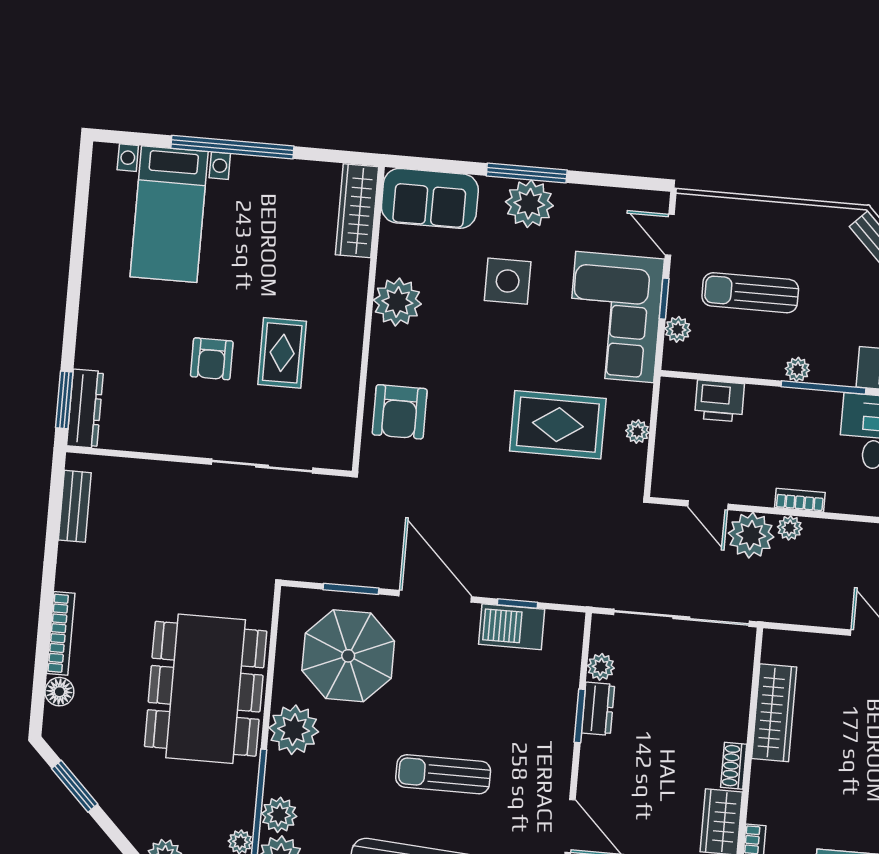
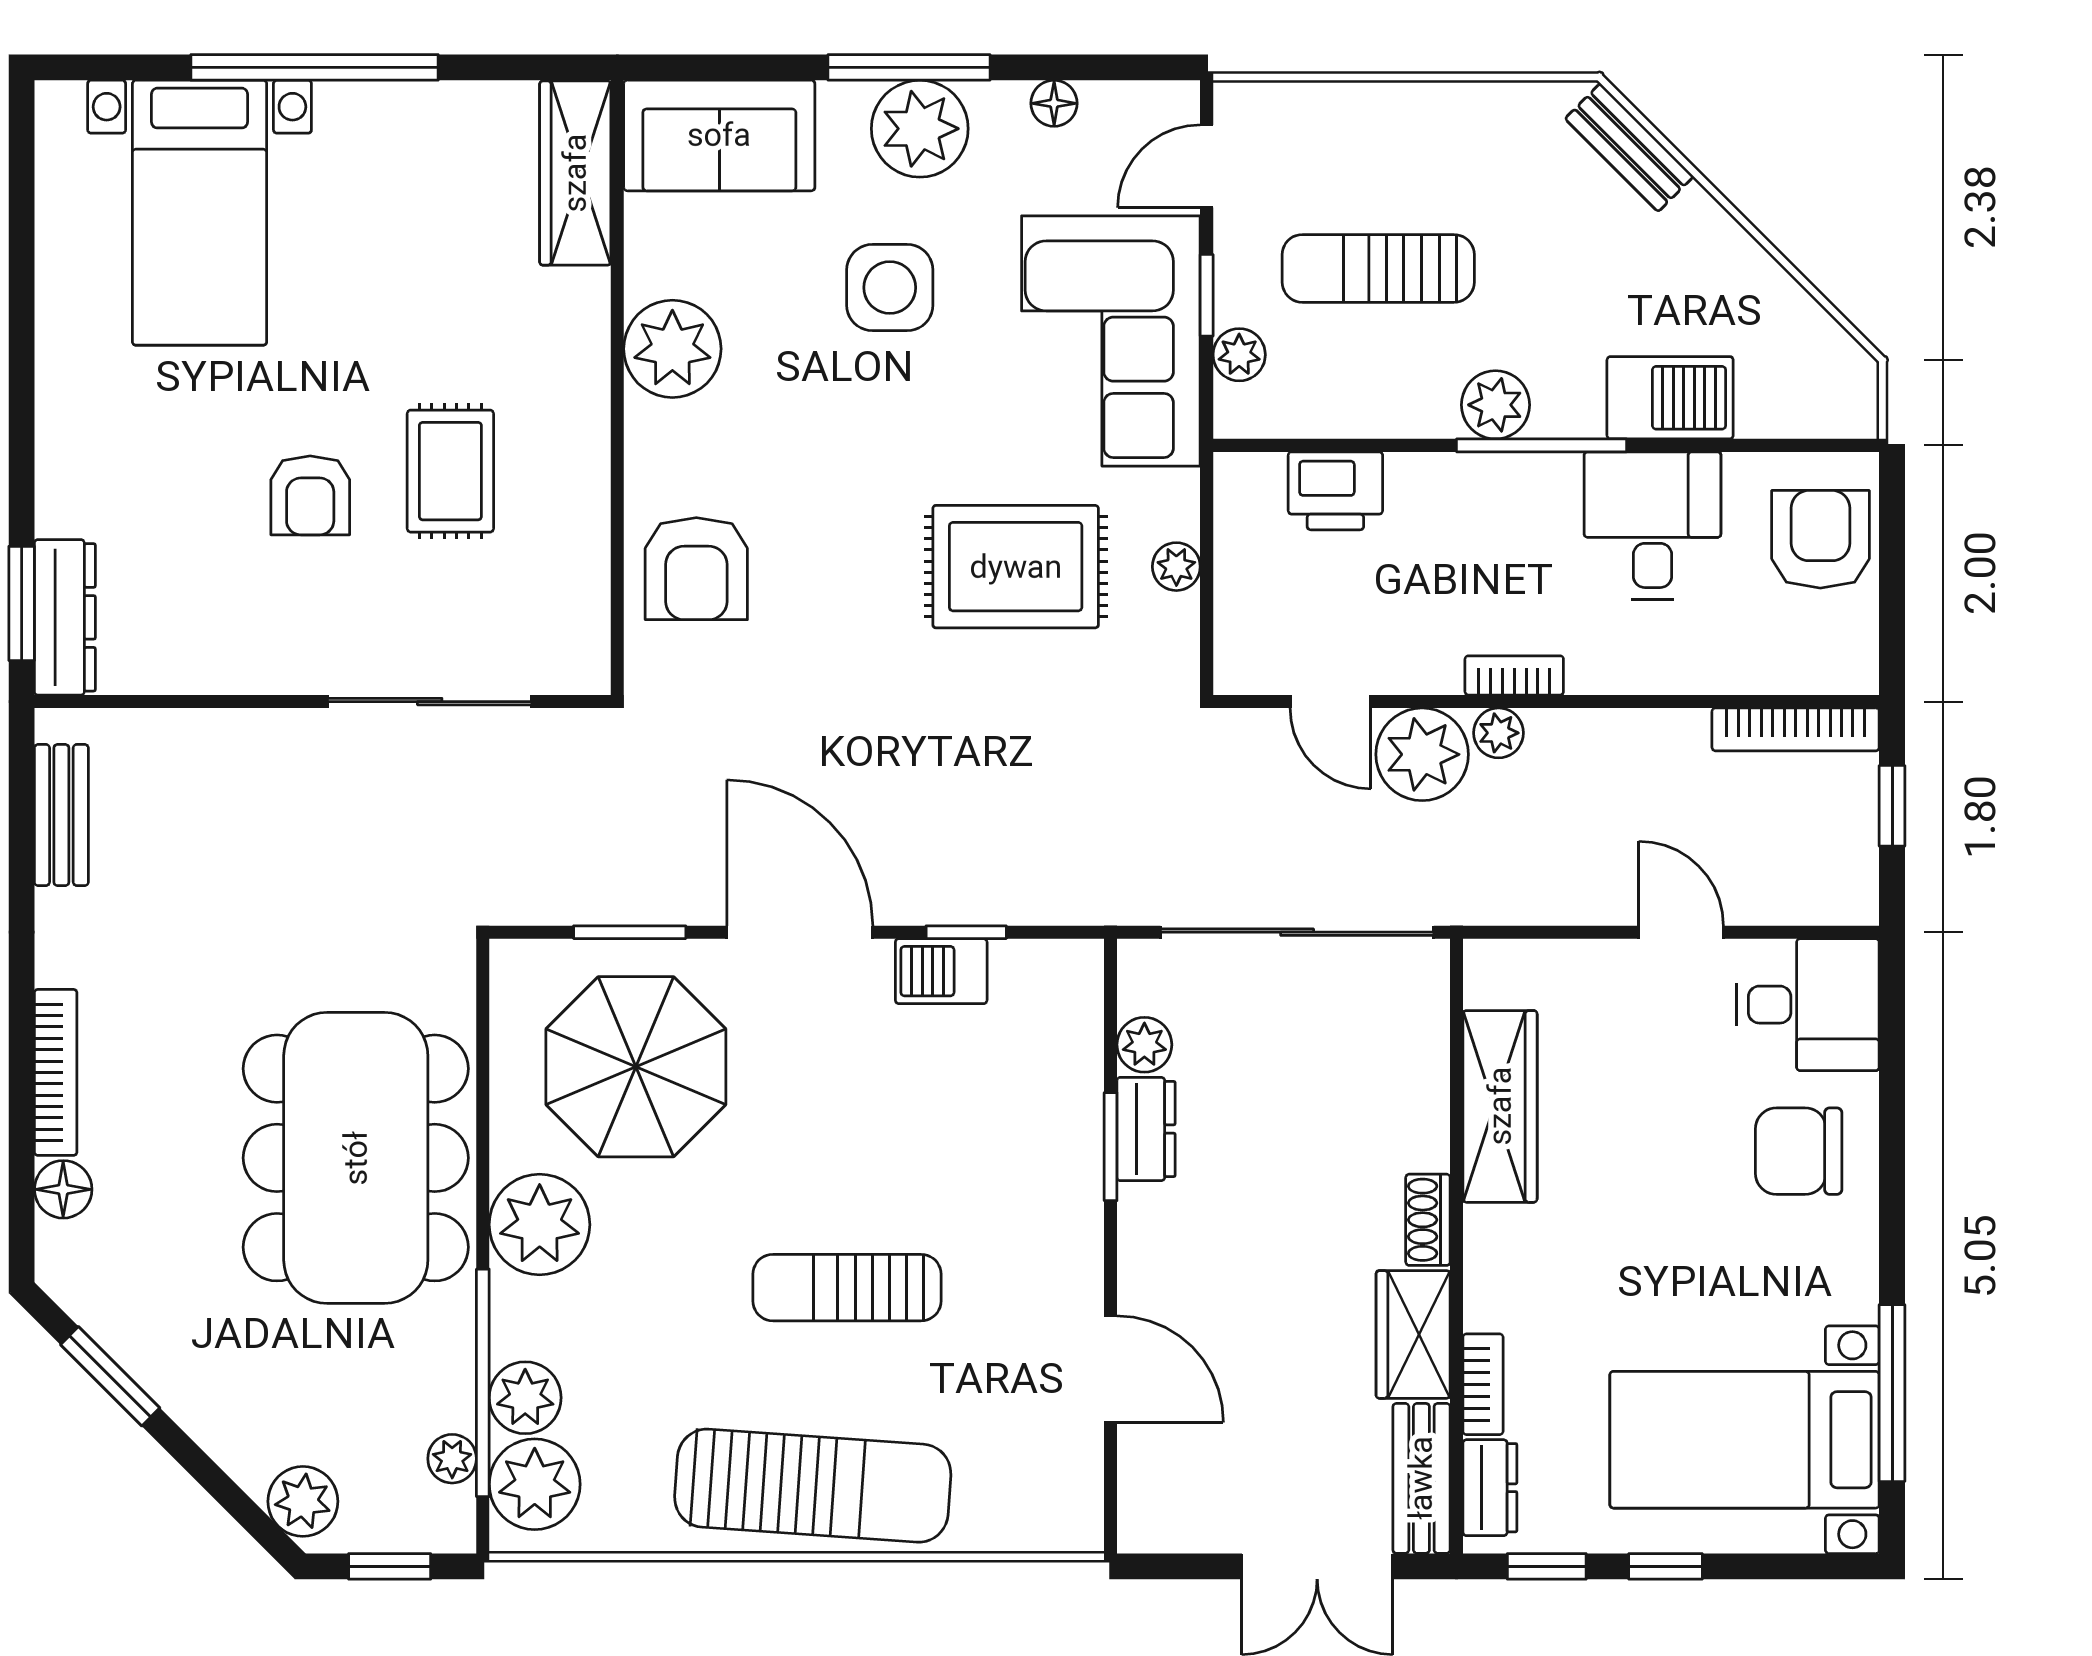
floor lamp: (597, 197) -> (1054, 103), added
door: (670, 235) -> (1207, 166), hinge flipped
plant: (797, 370) -> (1495, 405), width x1.38, depth x1.38
barbecue: (512, 627) -> (941, 971), width x0.73, depth x0.79

